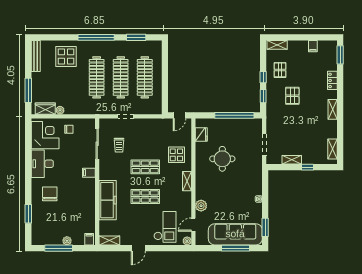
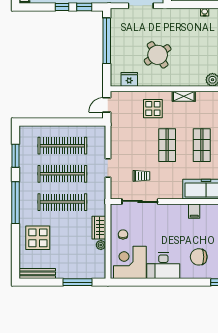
wardrobe: (45, 109) -> (99, 228), moved
door: (179, 115) -> (107, 105), swing flipped
round table: (222, 159) -> (158, 55), turned -34
filing cabinet: (89, 173) -> (194, 211), moved

